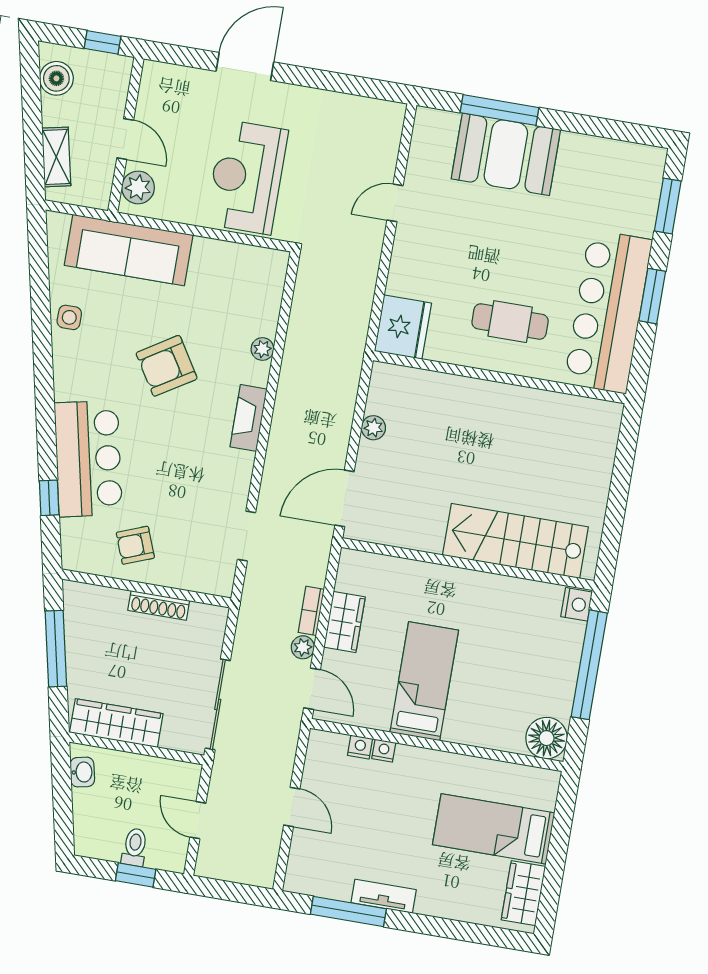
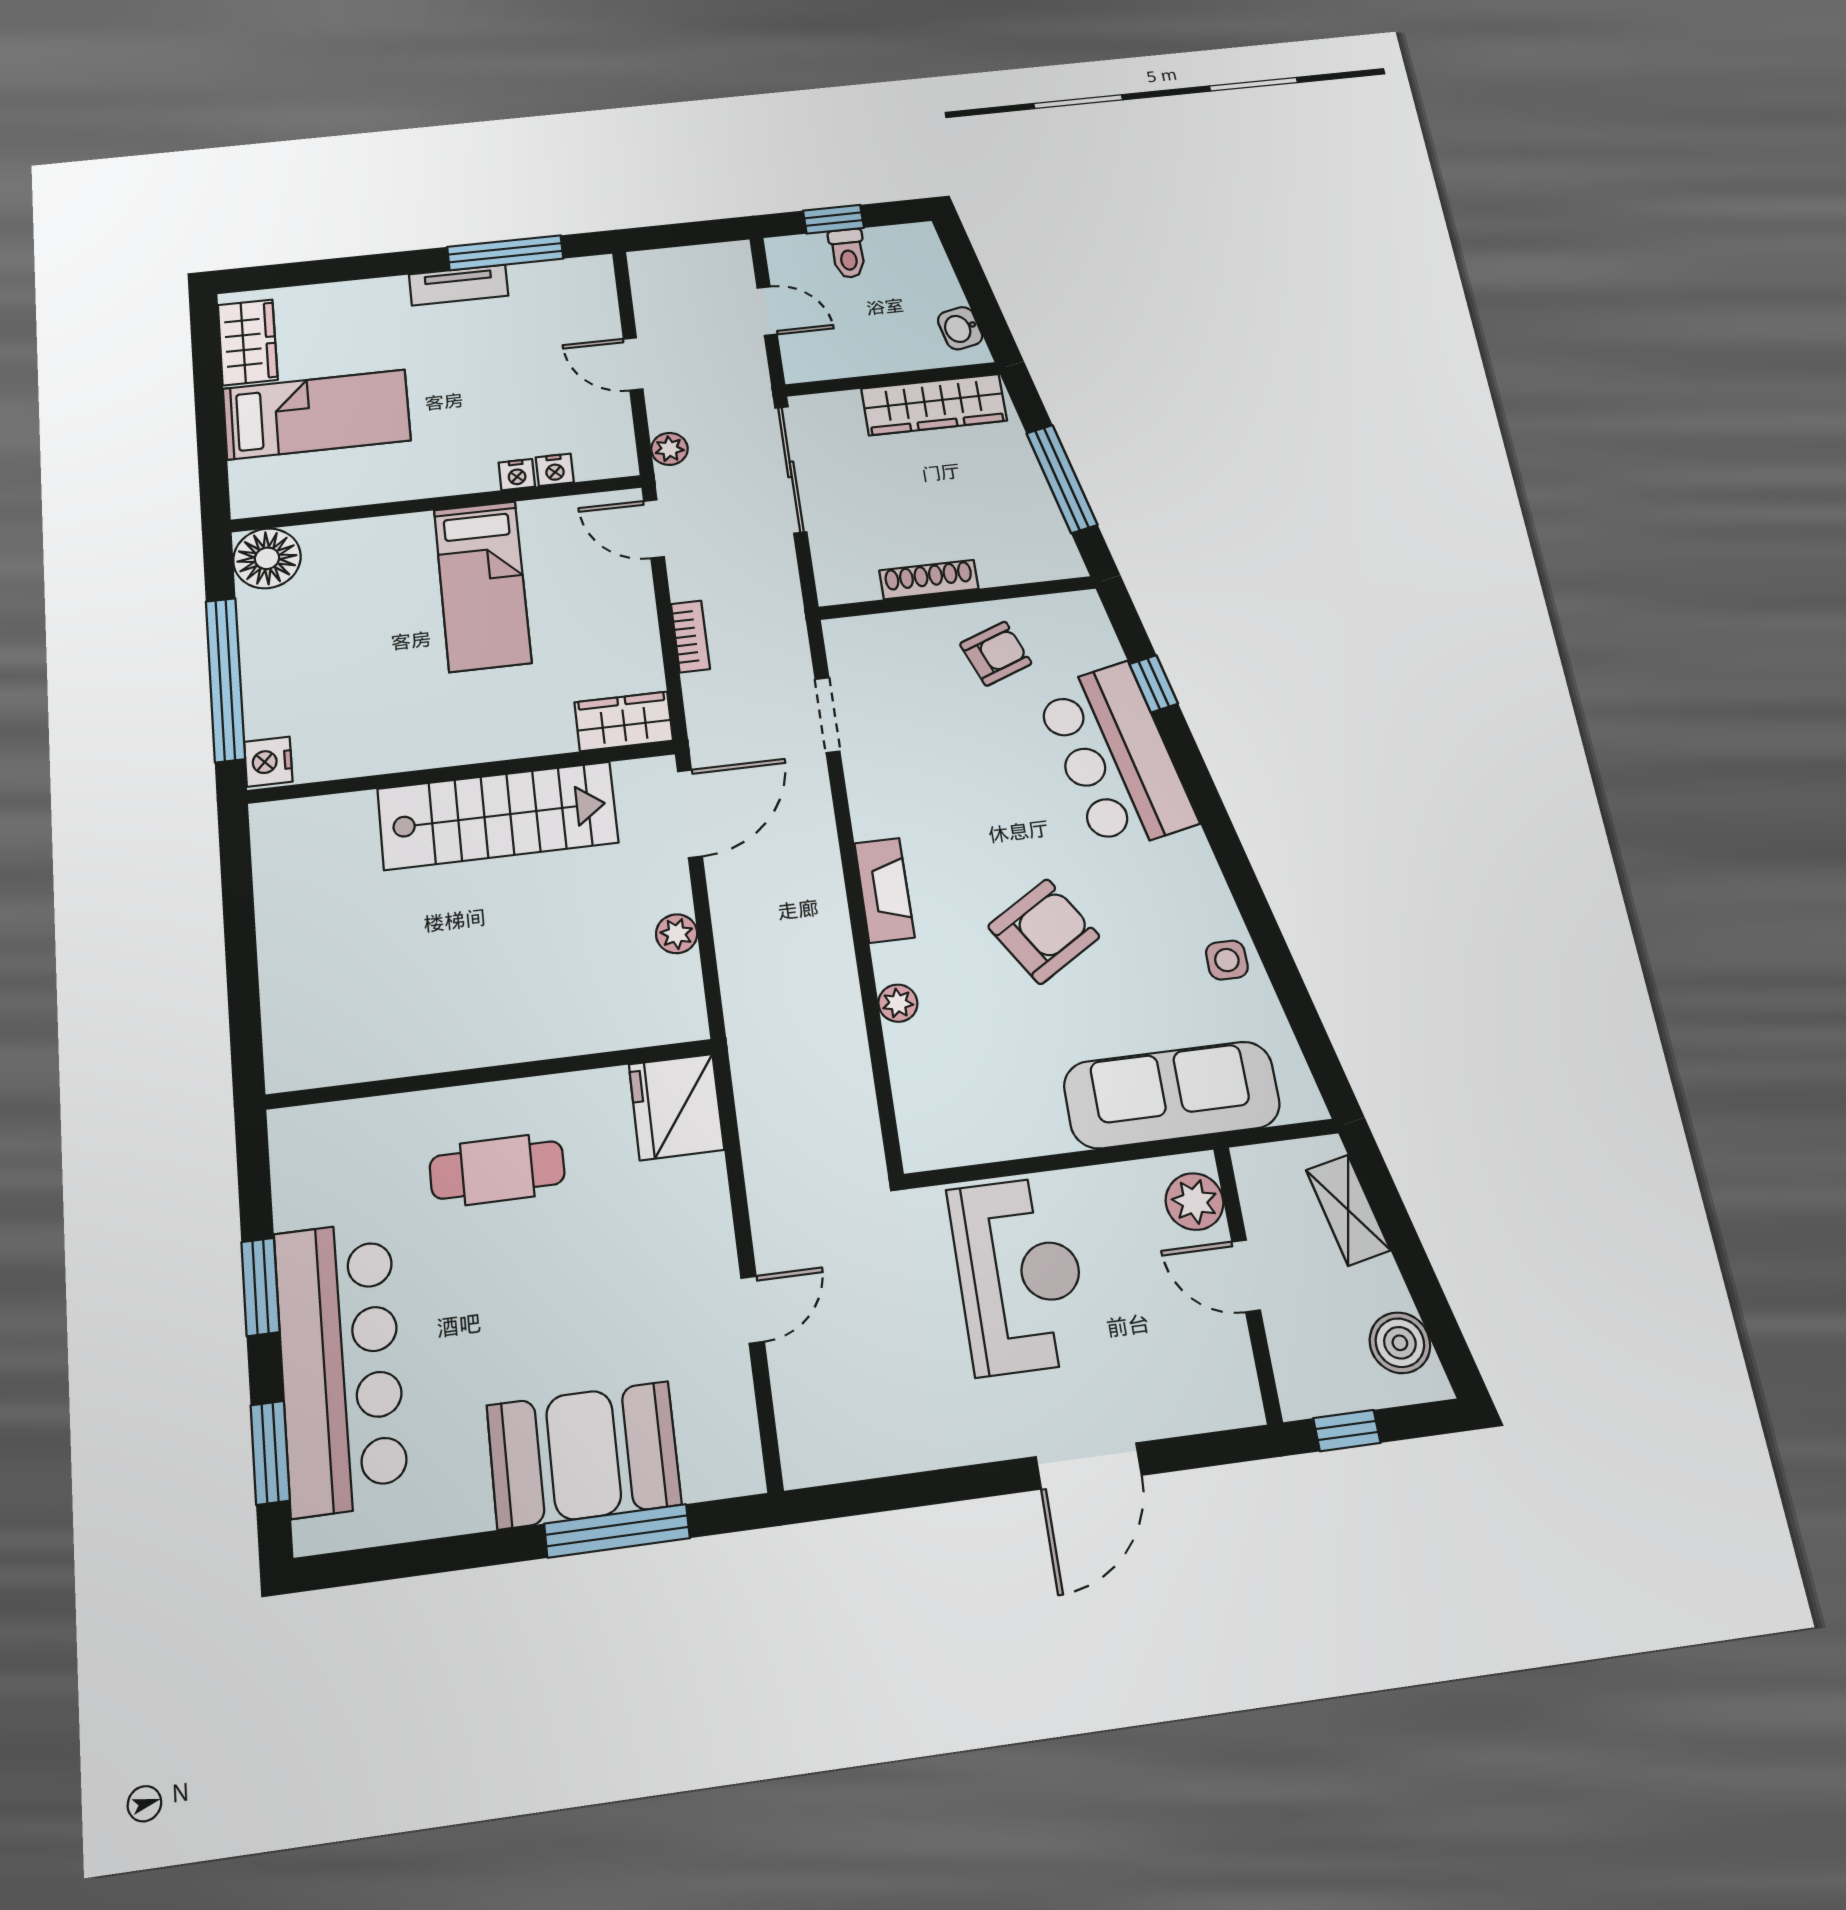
bar counter: (608, 312) -> (341, 1366), moved
stairs: (515, 541) -> (498, 816), moved
wardrobe: (345, 622) -> (624, 721), moved, turned 90
plant: (303, 647) -> (669, 449), moved

